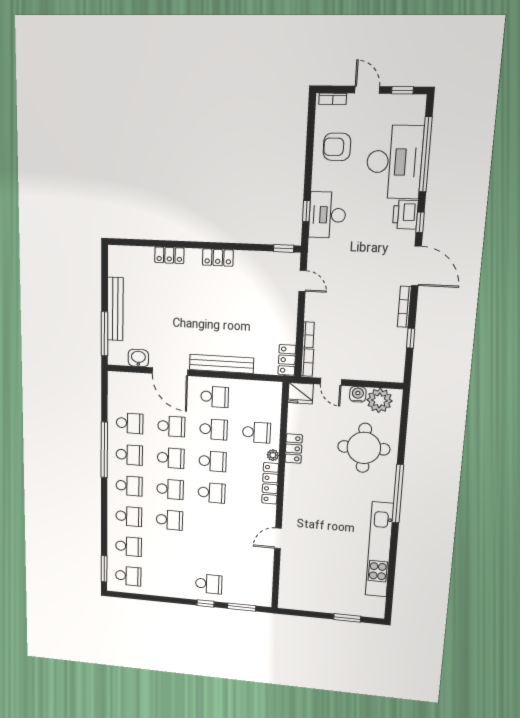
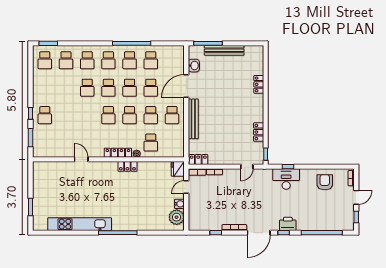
desk: (394, 162) -> (317, 215), removed
locker: (218, 258) -> (259, 132), moved
round table: (364, 448) -> (146, 210), removed
locker: (294, 449) -> (127, 166), moved

